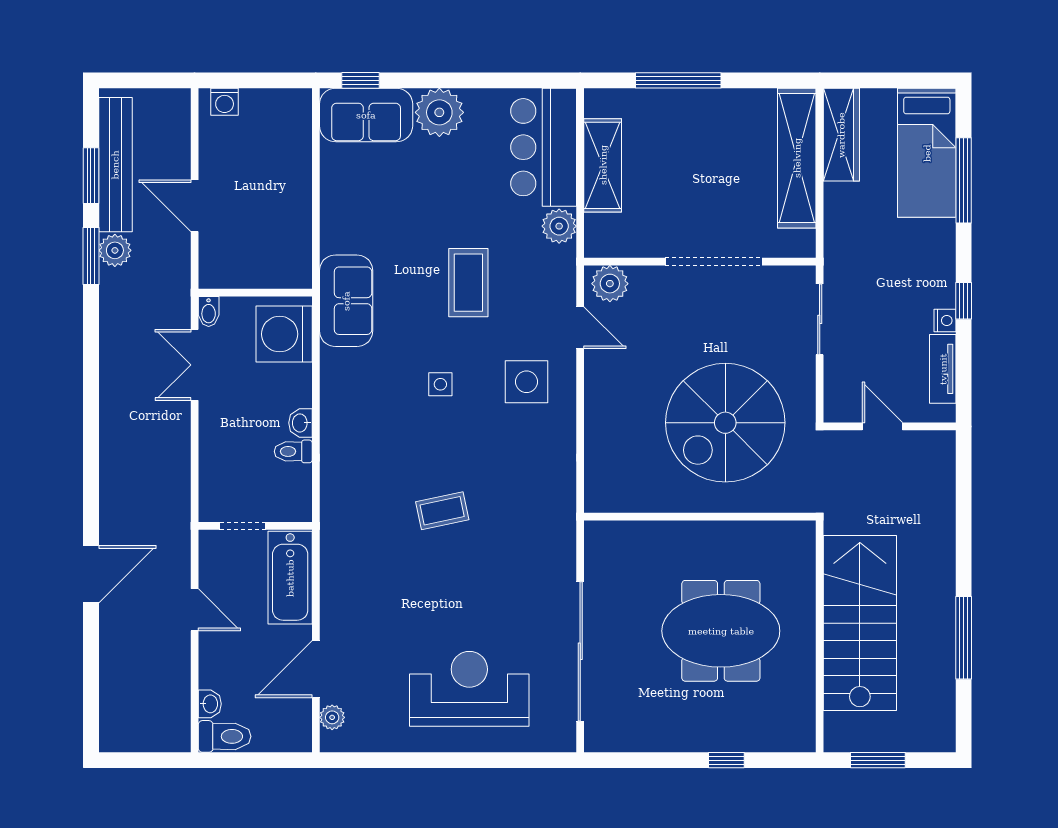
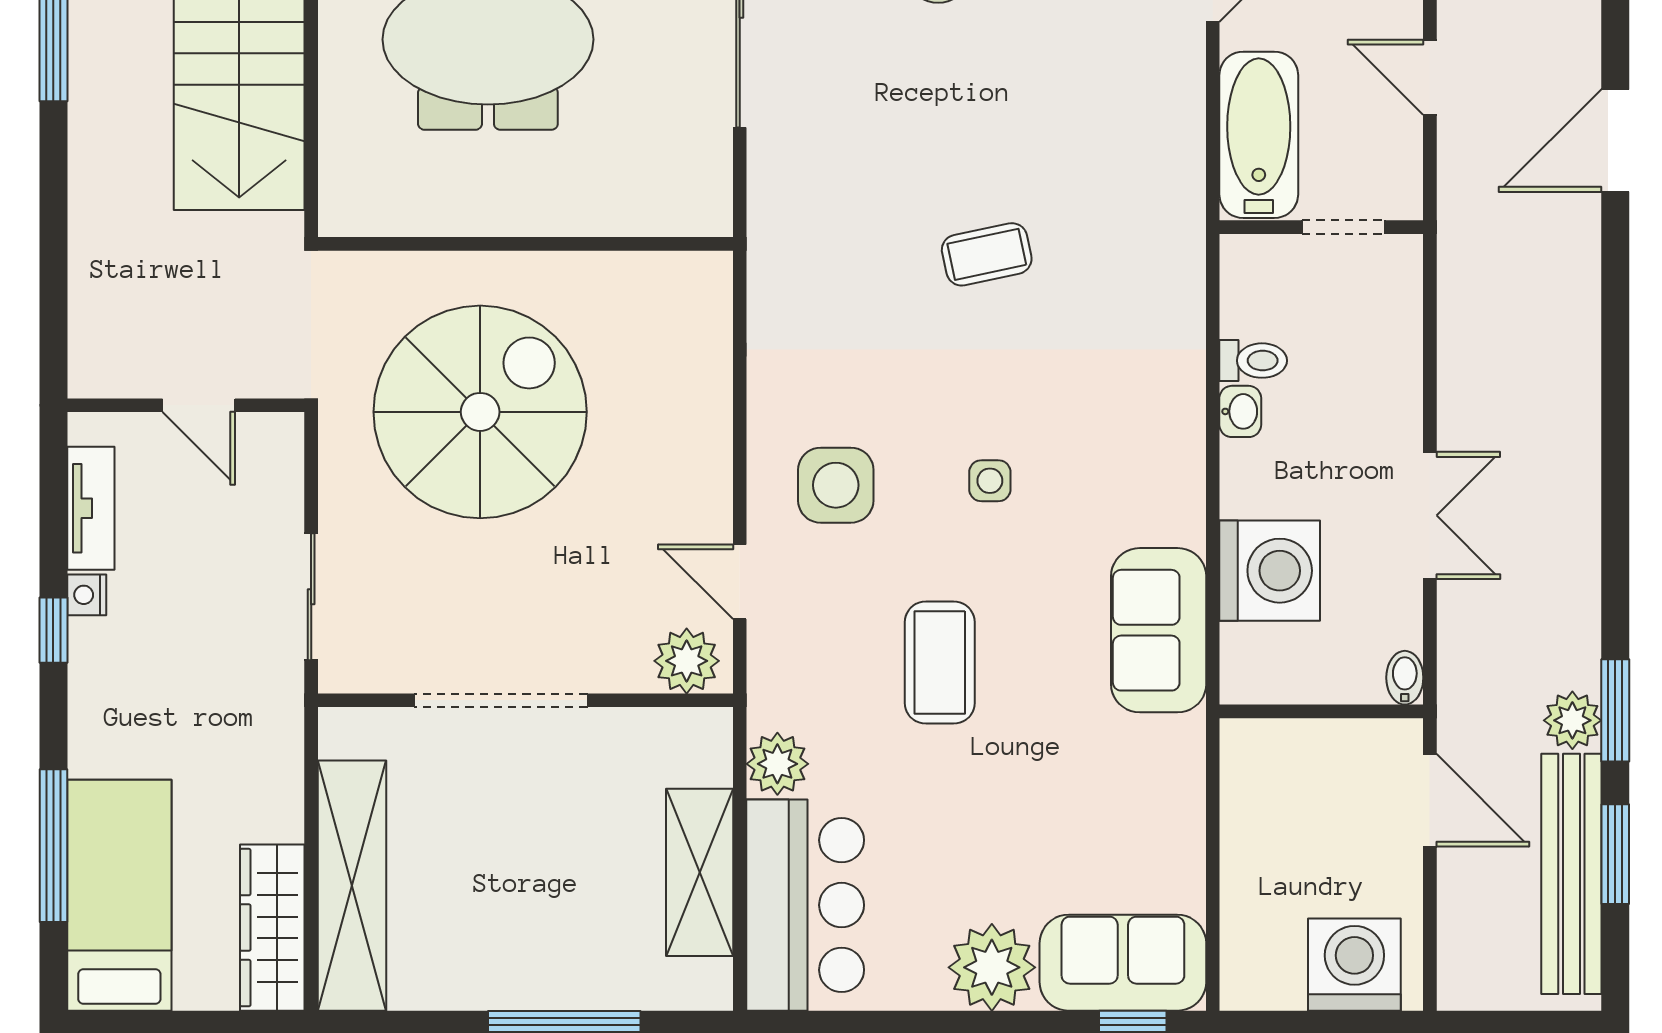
washing machine: (225, 102) -> (1354, 965), width x1.89, depth x1.89
wall: (255, 293) -> (1321, 711), moved
bidet: (209, 312) -> (1405, 678), moved

